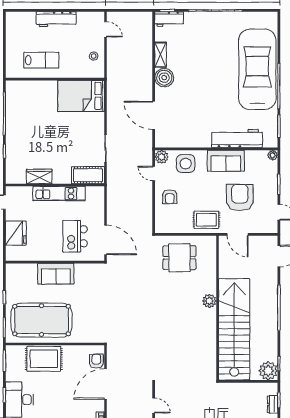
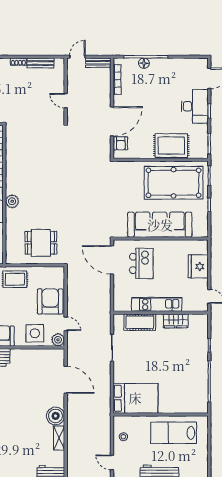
lab bench: (41, 60) -> (174, 433), width x1.36, depth x1.39
cot: (88, 175) -> (140, 322), moved
armchair: (170, 197) -> (50, 301), width x1.88, depth x1.88
sofa: (56, 274) -> (160, 225), width x1.85, depth x1.27

